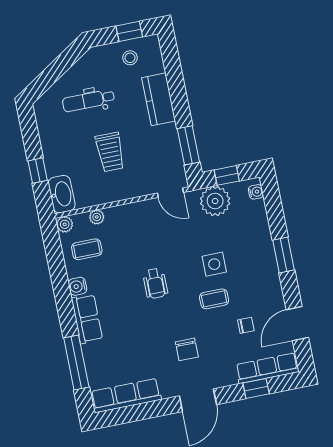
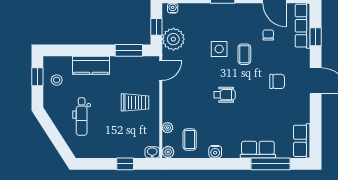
trolley: (110, 152) -> (135, 102), moved
washbasin: (62, 194) -> (152, 152), width x0.52, depth x0.69
row of seats: (87, 319) -> (258, 150), moved
row of seats: (126, 396) -> (302, 141), width x0.68

